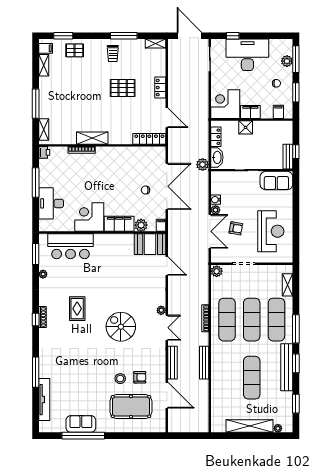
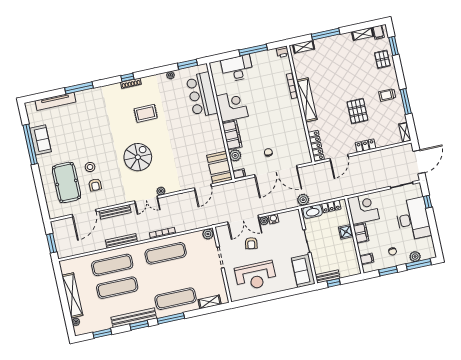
shelving: (92, 138) -> (307, 100), width x1.47
exercise mat: (252, 320) -> (112, 265), moved
window: (191, 436) -> (52, 243), added

